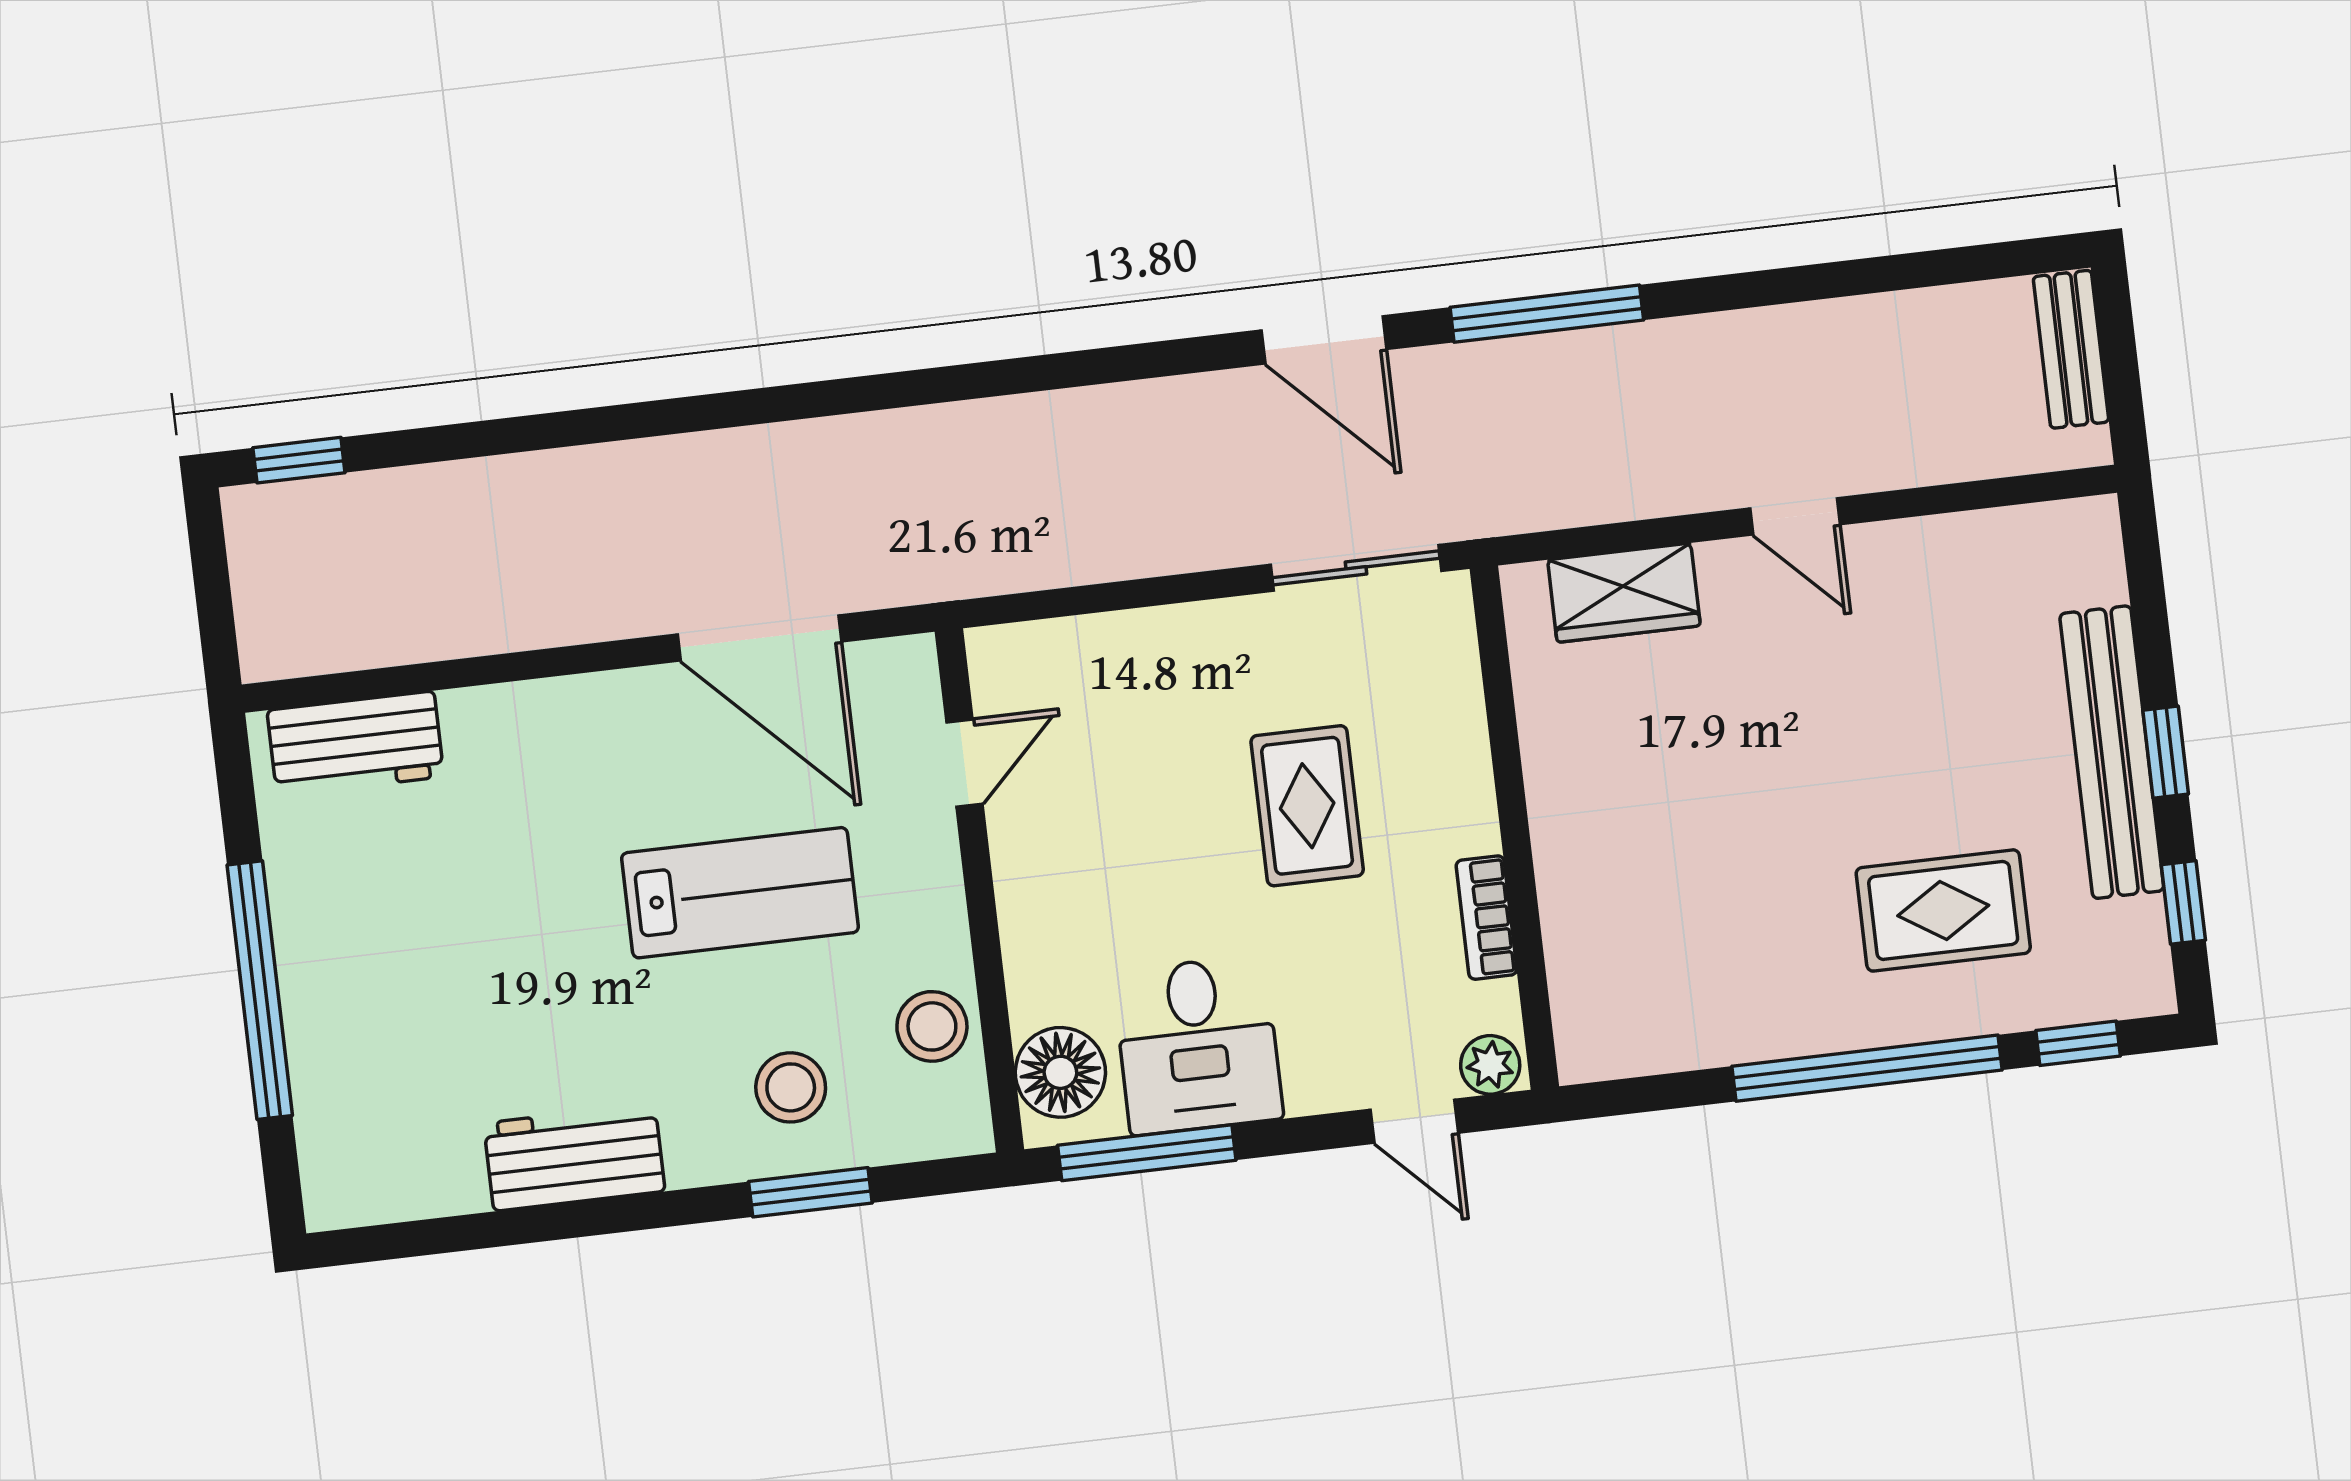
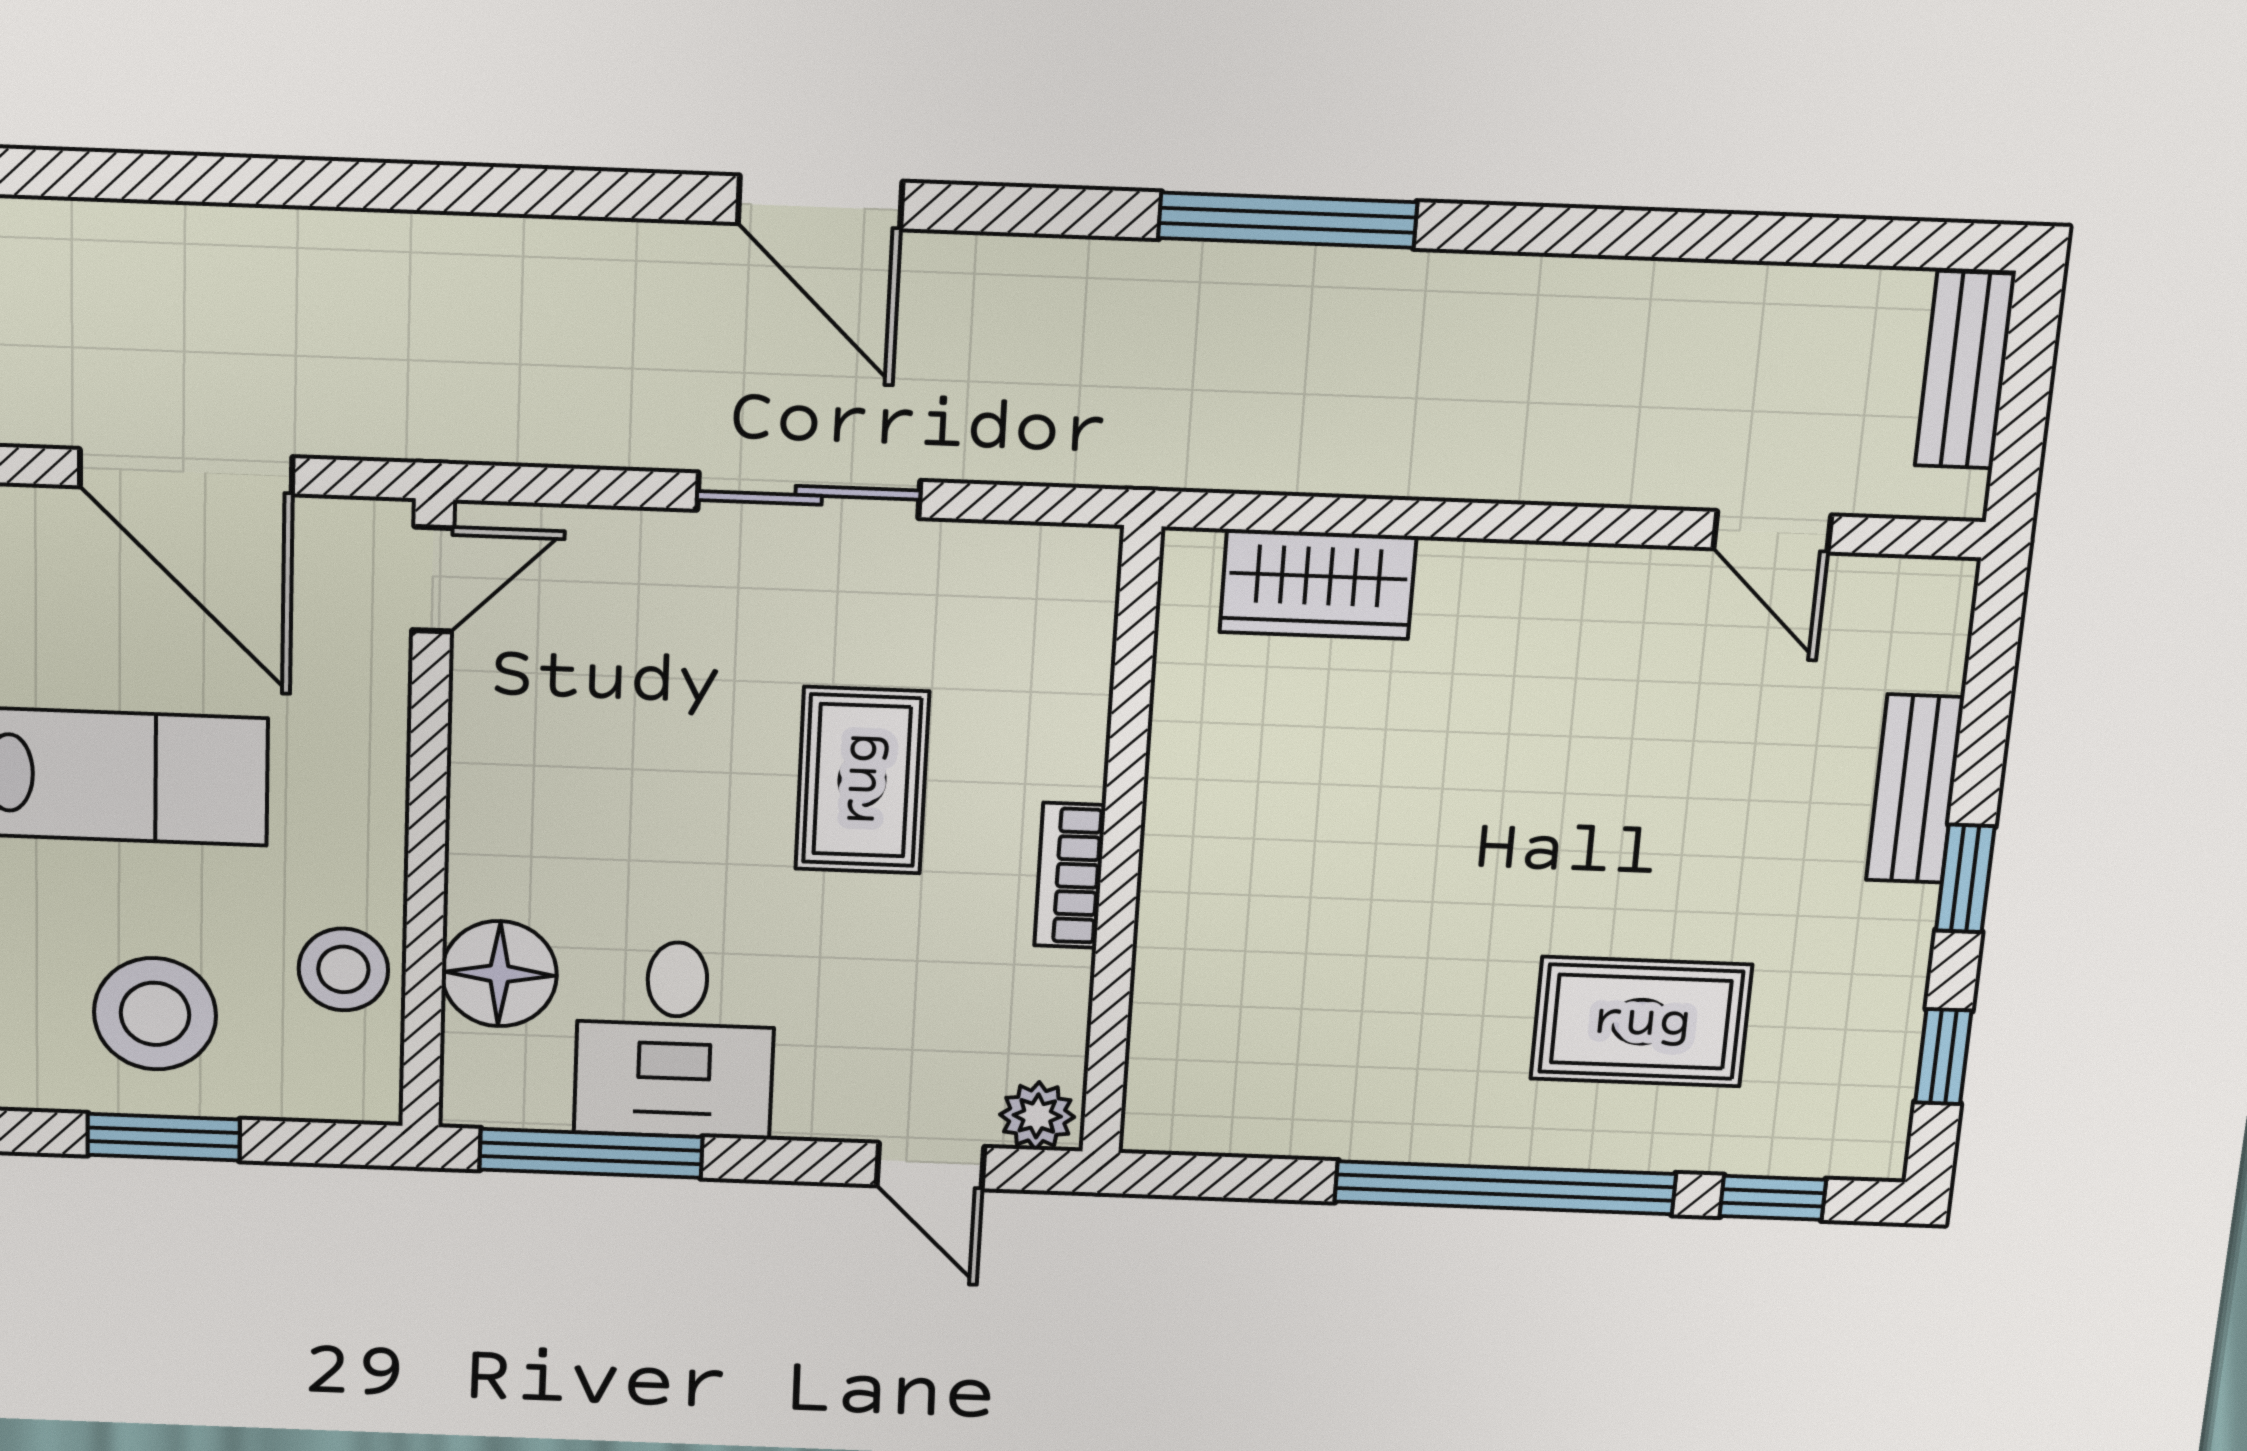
door: (1324, 340) -> (820, 202), moved
door: (1795, 516) -> (1772, 532), moved
sliding door: (1356, 568) -> (809, 495), moved
bench: (2112, 752) -> (1915, 789), width x0.54, depth x0.82
door: (964, 763) -> (433, 579), moved
bookcase: (1486, 918) -> (1070, 875), moved
floor lamp: (1060, 1072) -> (499, 974), moved
stool: (791, 1087) -> (155, 1014), width x1.38, depth x1.38

